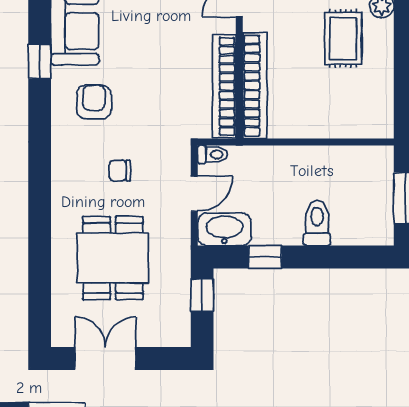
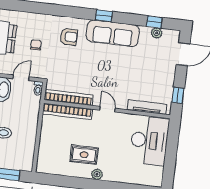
window: (40, 61) -> (104, 16), moved
door: (194, 194) -> (21, 78), swing flipped

